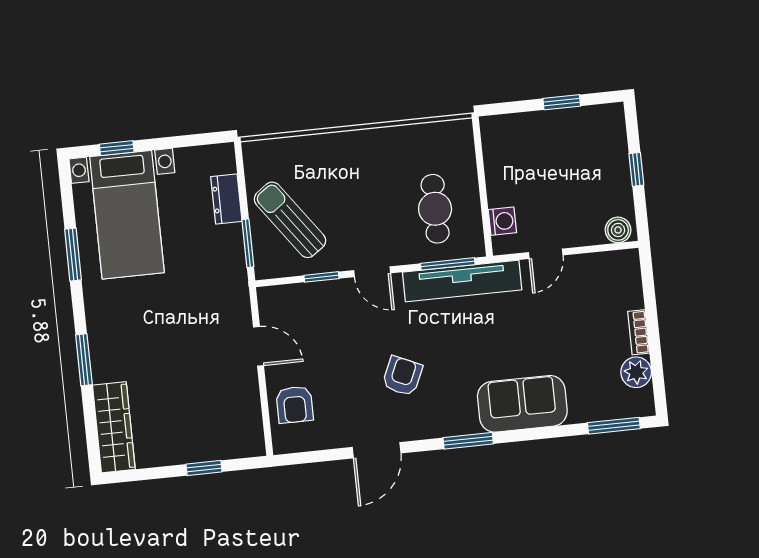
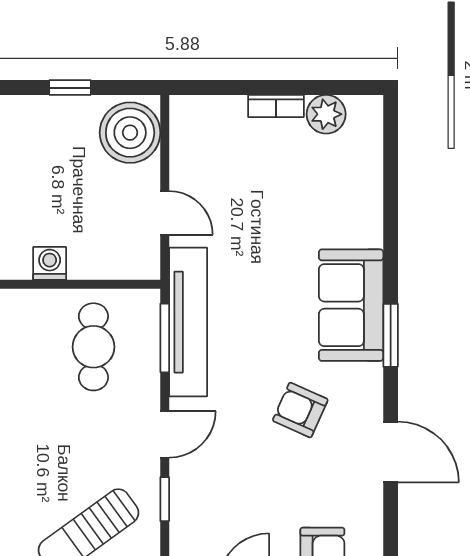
cafe table: (435, 209) -> (93, 347), turned 90
washing machine: (502, 221) -> (50, 263), moved
boiler: (618, 230) -> (130, 133), width x1.86, depth x1.86
sofa: (522, 404) -> (351, 305), moved
window: (614, 426) -> (391, 149), removed

